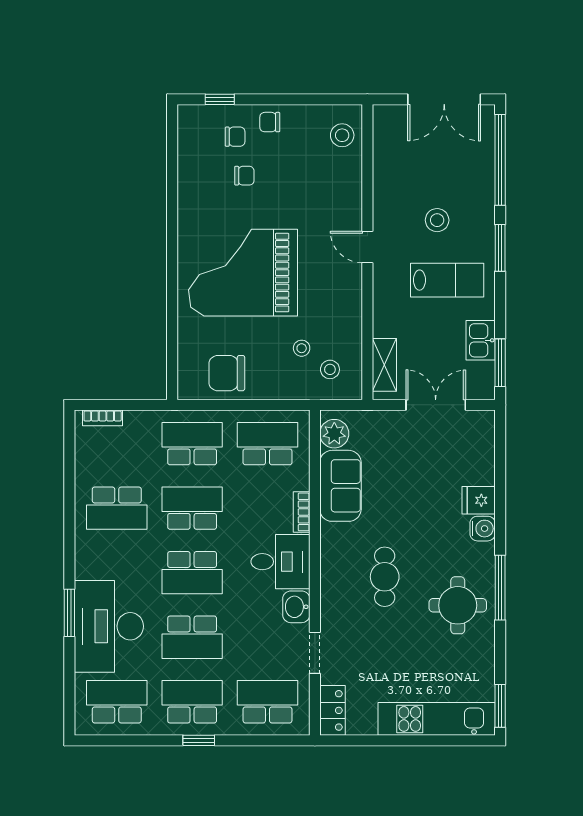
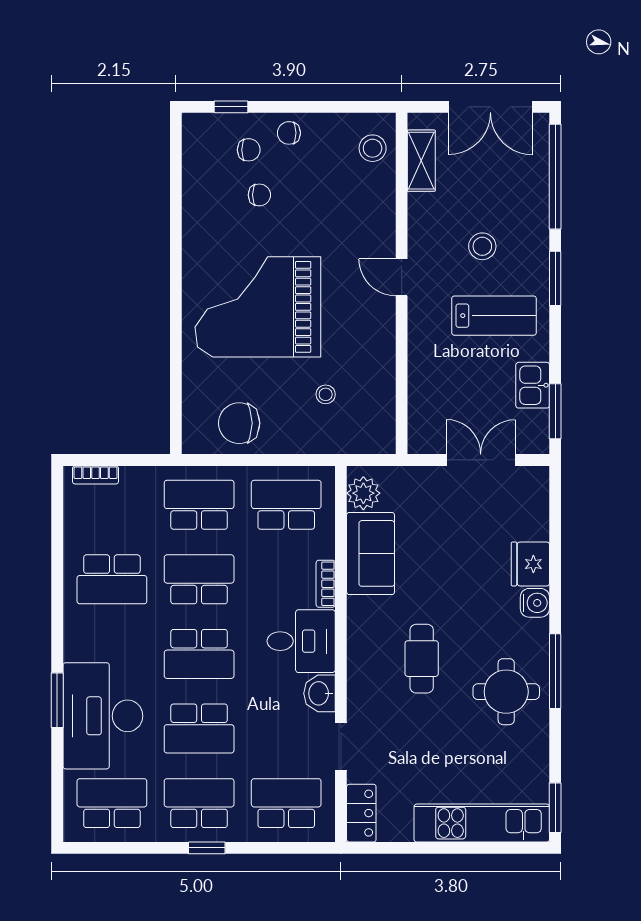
shelving: (384, 365) -> (421, 161), moved
stool: (330, 369) -> (358, 419), removed
fridge: (479, 500) -> (530, 564), width x1.38

